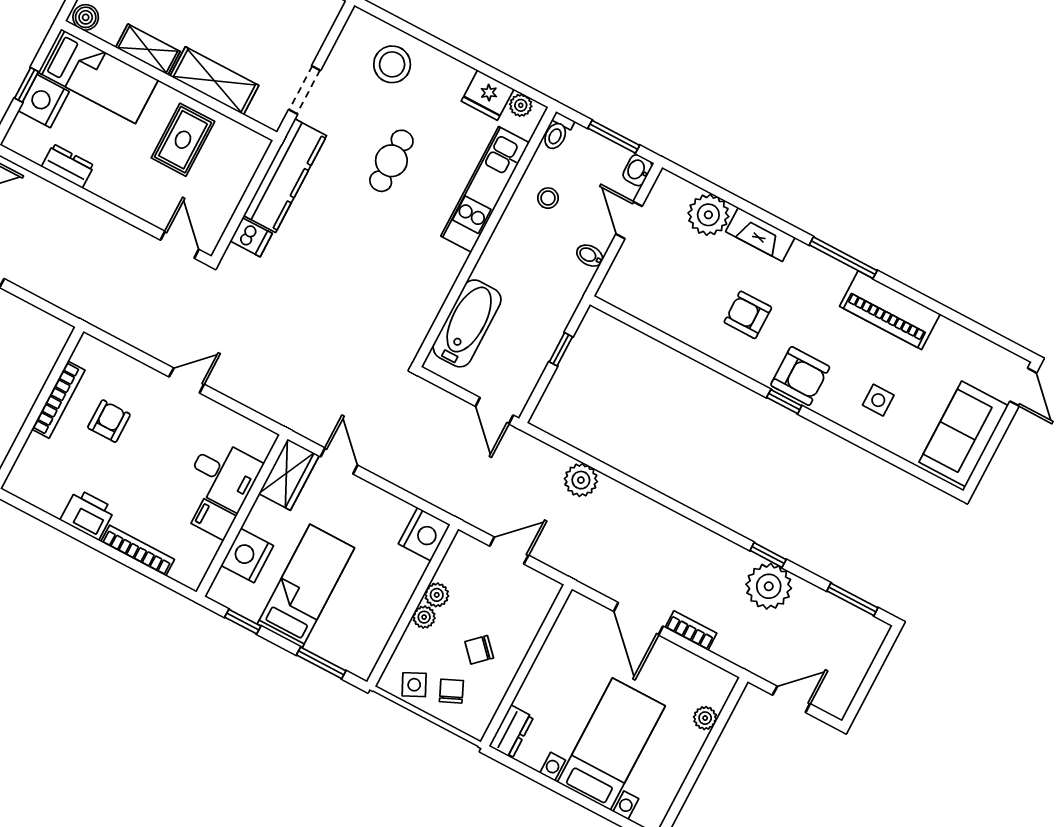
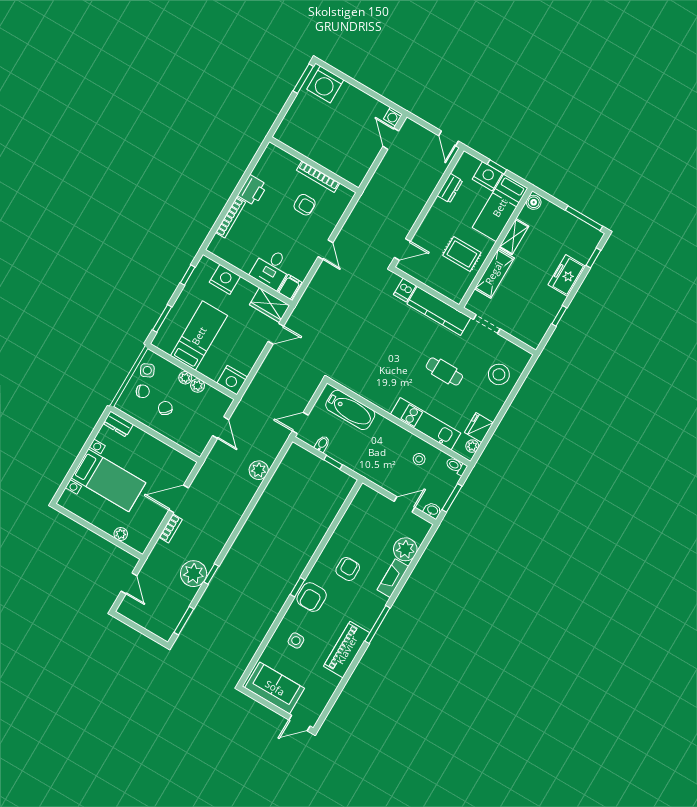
bidet: (590, 256) -> (322, 444), moved
filing cabinet: (214, 520) -> (290, 287), moved
bed: (306, 586) -> (199, 336), moved, turned -90

